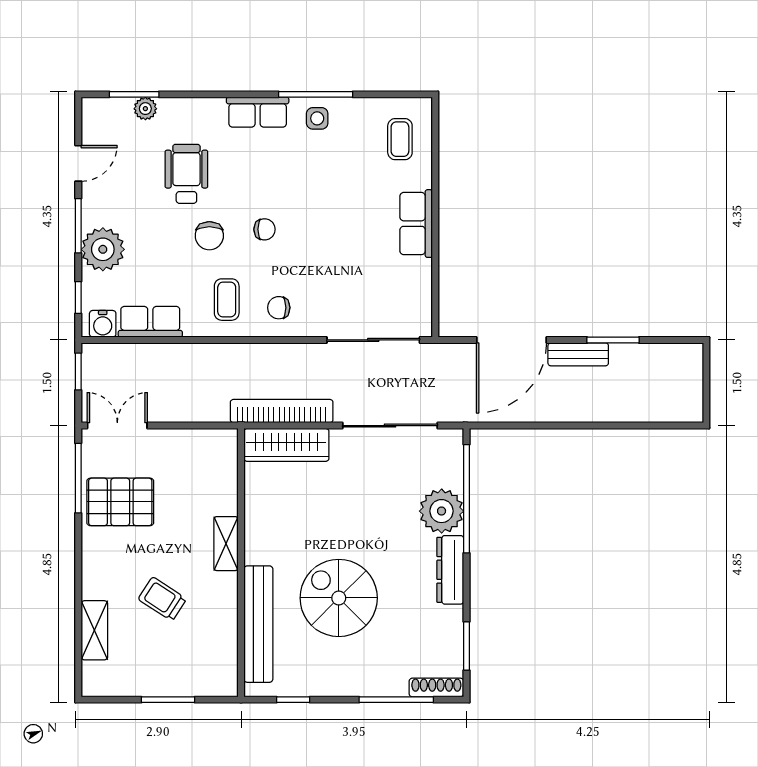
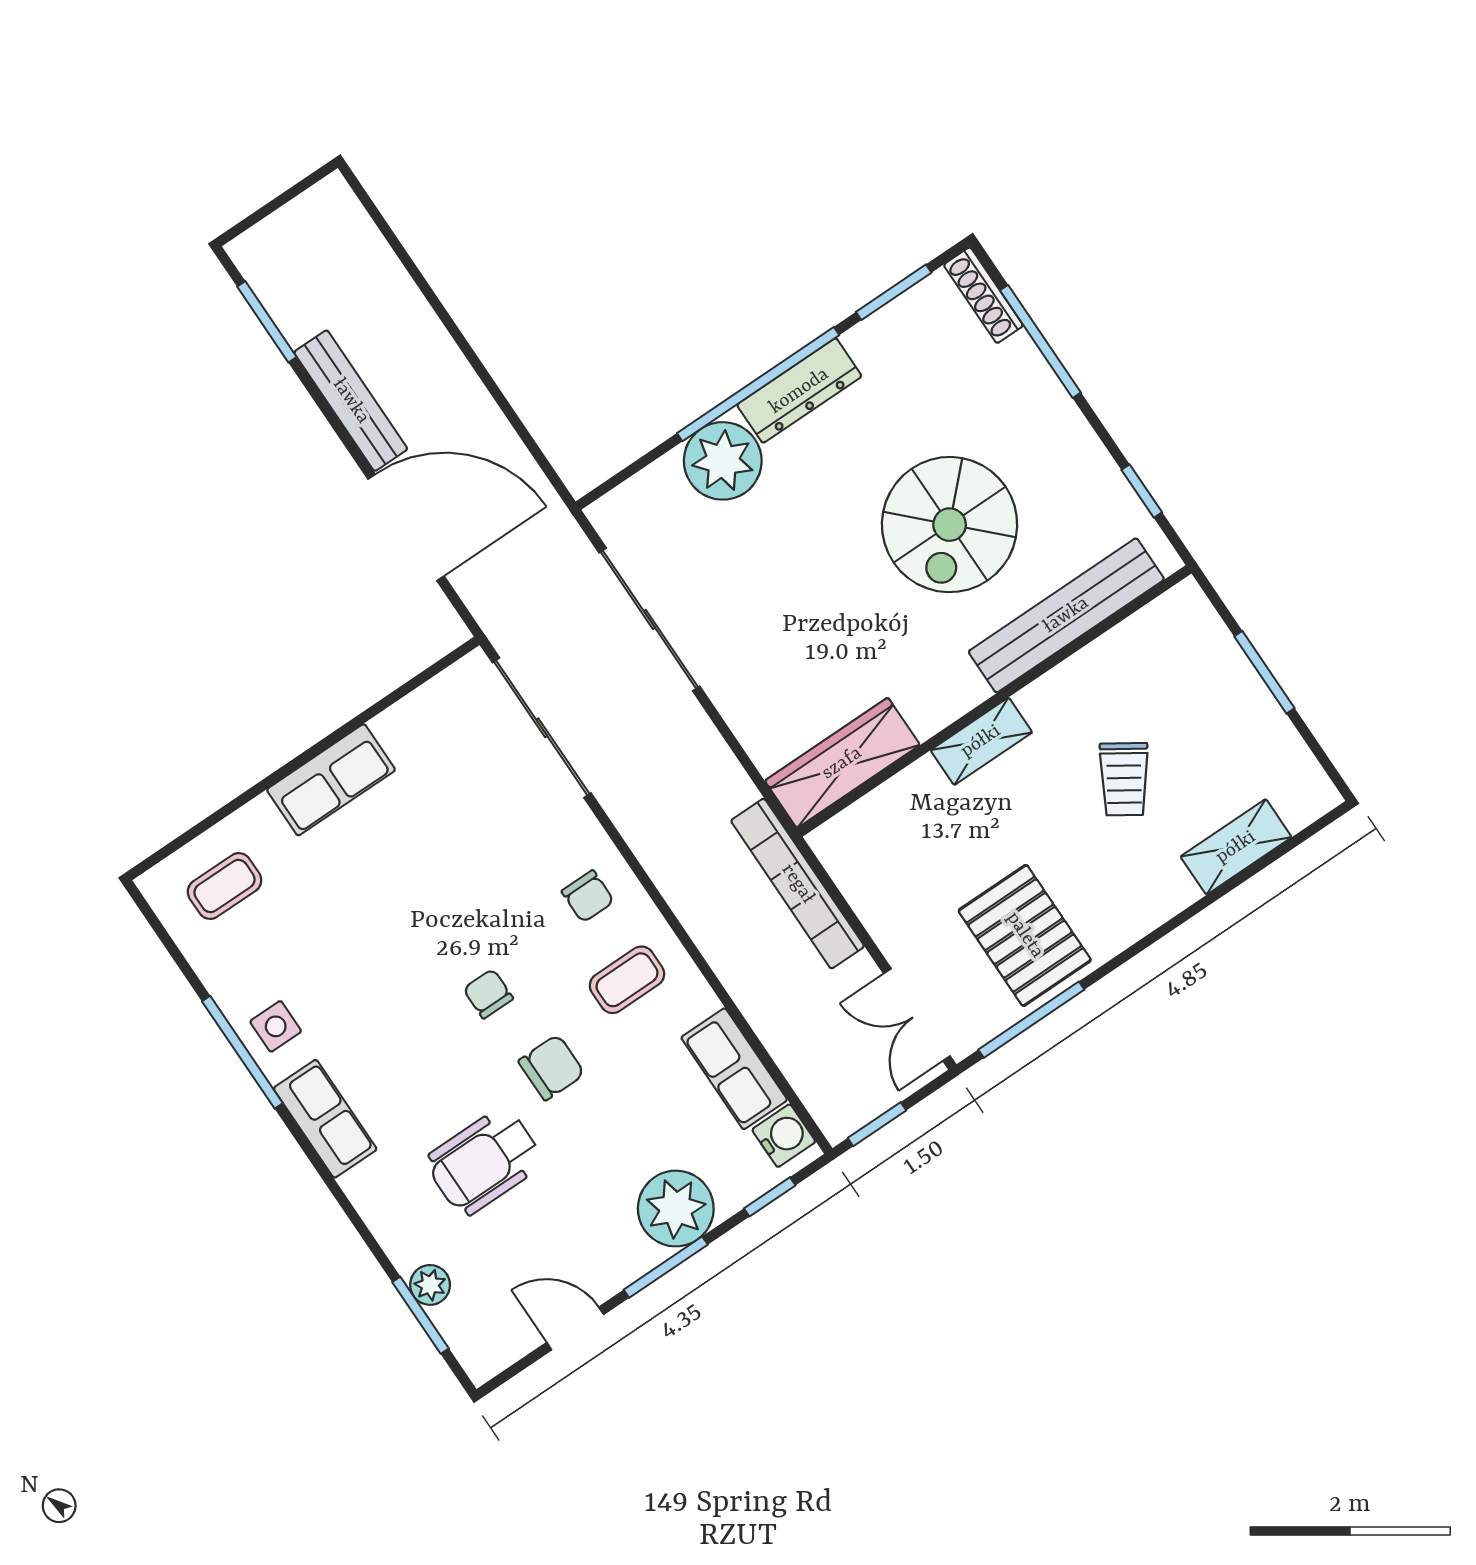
window: (613, 340) -> (267, 322), moved
bench: (578, 354) -> (351, 401), width x1.36
bookcase: (282, 411) -> (798, 884), moved
wardrobe: (286, 445) -> (842, 763), moved, turned -90
window: (467, 499) -> (758, 384), moved

